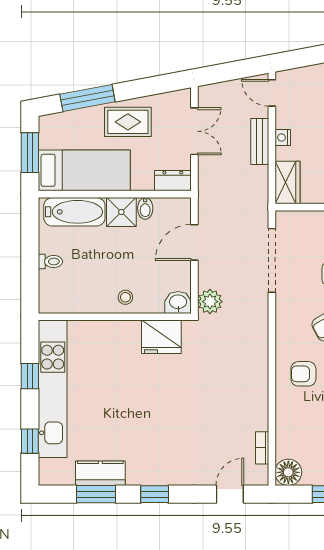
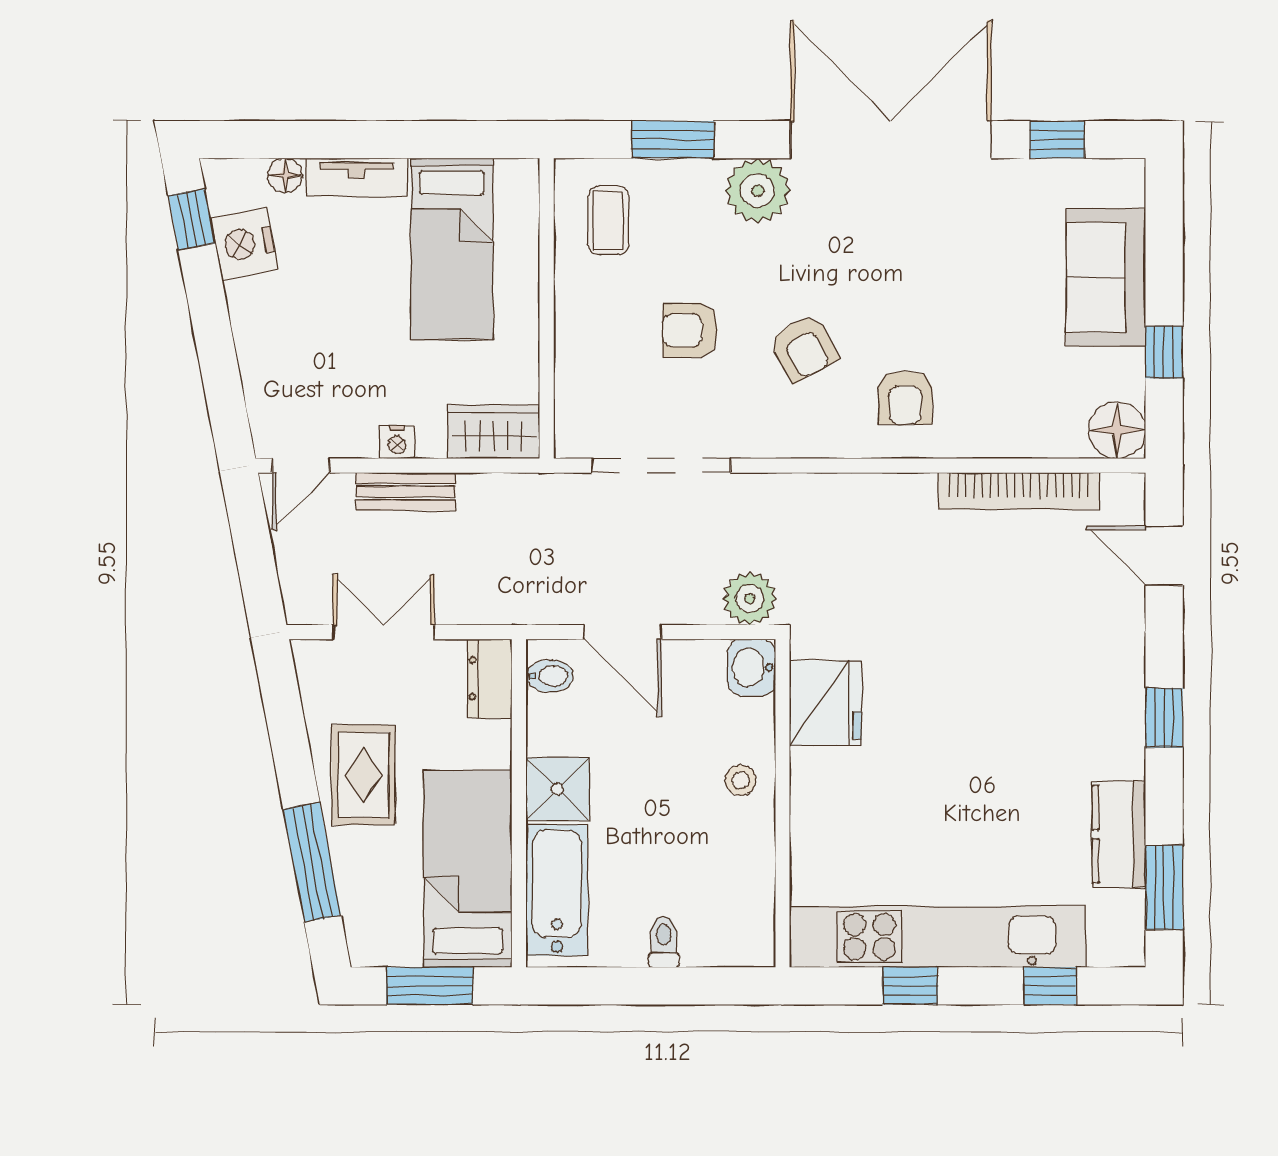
bidet: (145, 208) -> (549, 676), moved
bookcase: (262, 448) -> (1019, 491), width x2.31, depth x1.31
window: (96, 494) -> (1164, 887), moved

